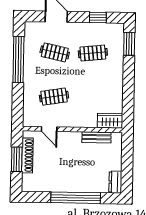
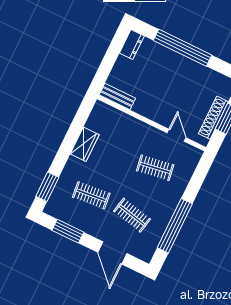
window: (98, 17) -> (68, 231), width x1.50
wardrobe: (110, 121) -> (85, 144), moved, turned -90
bench: (96, 137) -> (117, 96), moved

